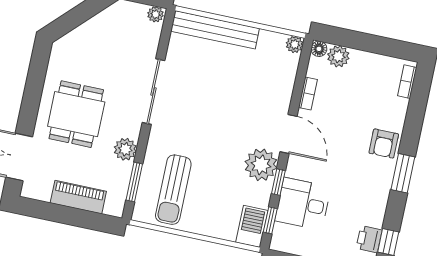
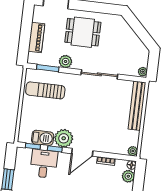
barbecue: (252, 226) -> (43, 138), moved

